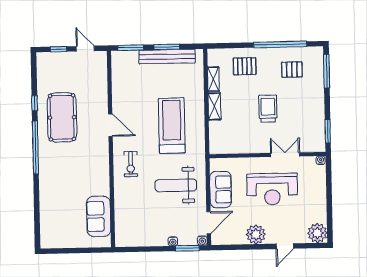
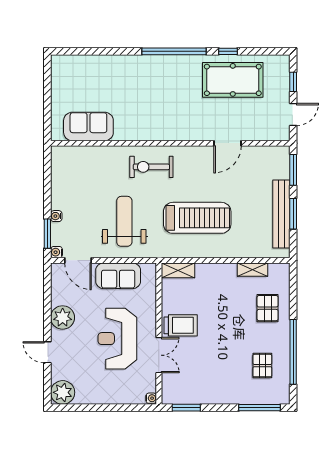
shelving: (214, 106) -> (178, 270), moved
trolley: (268, 109) -> (181, 325), moved
pool table: (62, 117) -> (233, 80), moved
door: (110, 125) -> (228, 143), moved
exercise bike: (131, 164) -> (151, 167), width x1.38, depth x1.39

